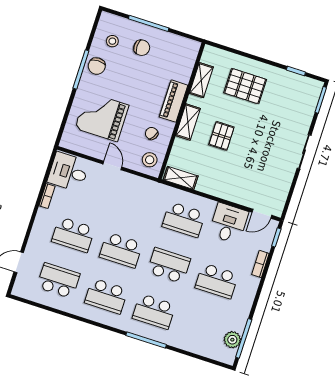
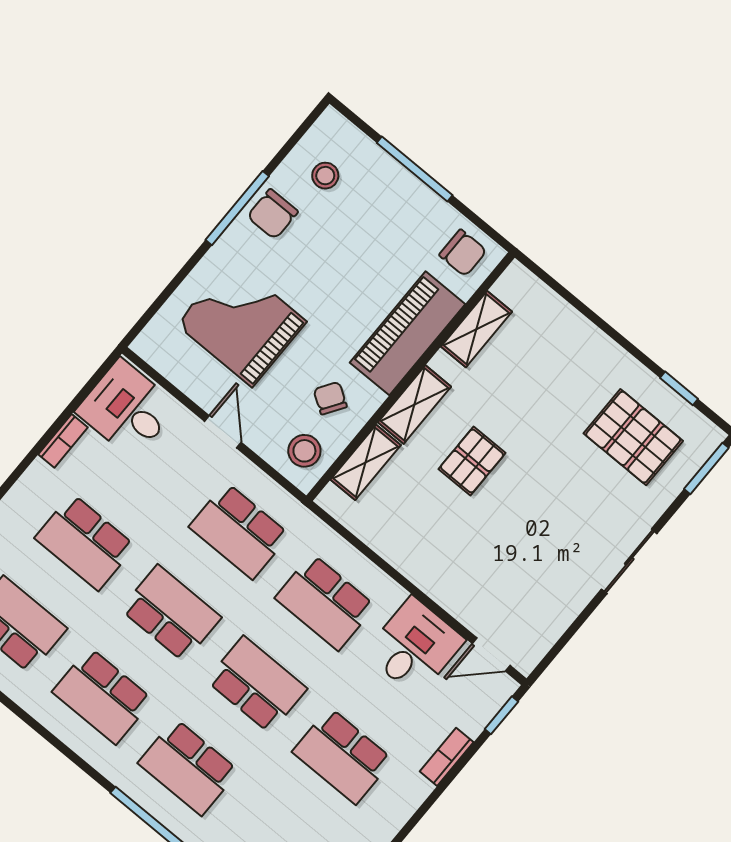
chair: (142, 48) -> (463, 253), moved
pallet: (245, 86) -> (633, 437), moved
piano: (174, 101) -> (407, 333), width x1.37, depth x1.33
shelving: (181, 178) -> (366, 462), moved, turned 90
school desk: (136, 204) -> (239, 531), added
school desk: (121, 250) -> (171, 613), turned 180

